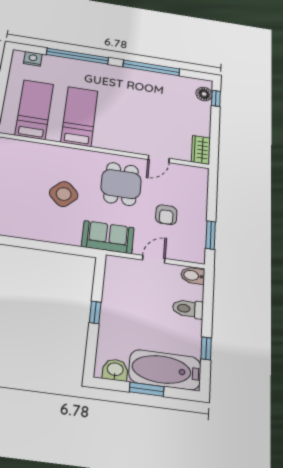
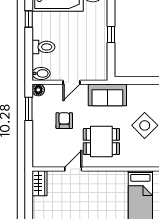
dining table: (121, 184) -> (101, 142), turned 90
floor lamp: (197, 256) -> (38, 90), added

